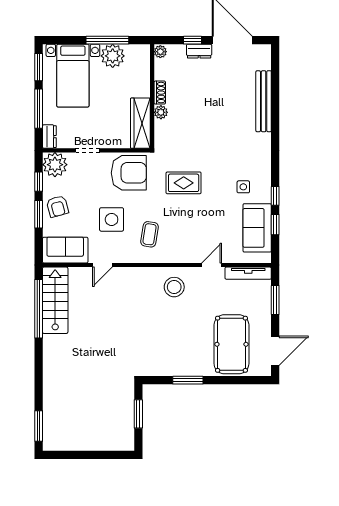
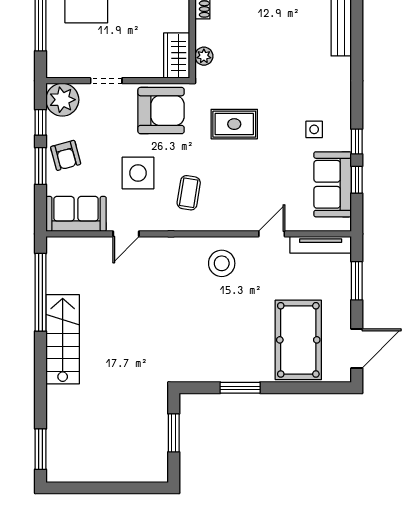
plant: (161, 112) -> (204, 56), moved
wardrobe: (140, 123) -> (177, 56), width x0.67
dresser: (49, 137) -> (55, 62), removed
stairs: (55, 300) -> (63, 339), moved

